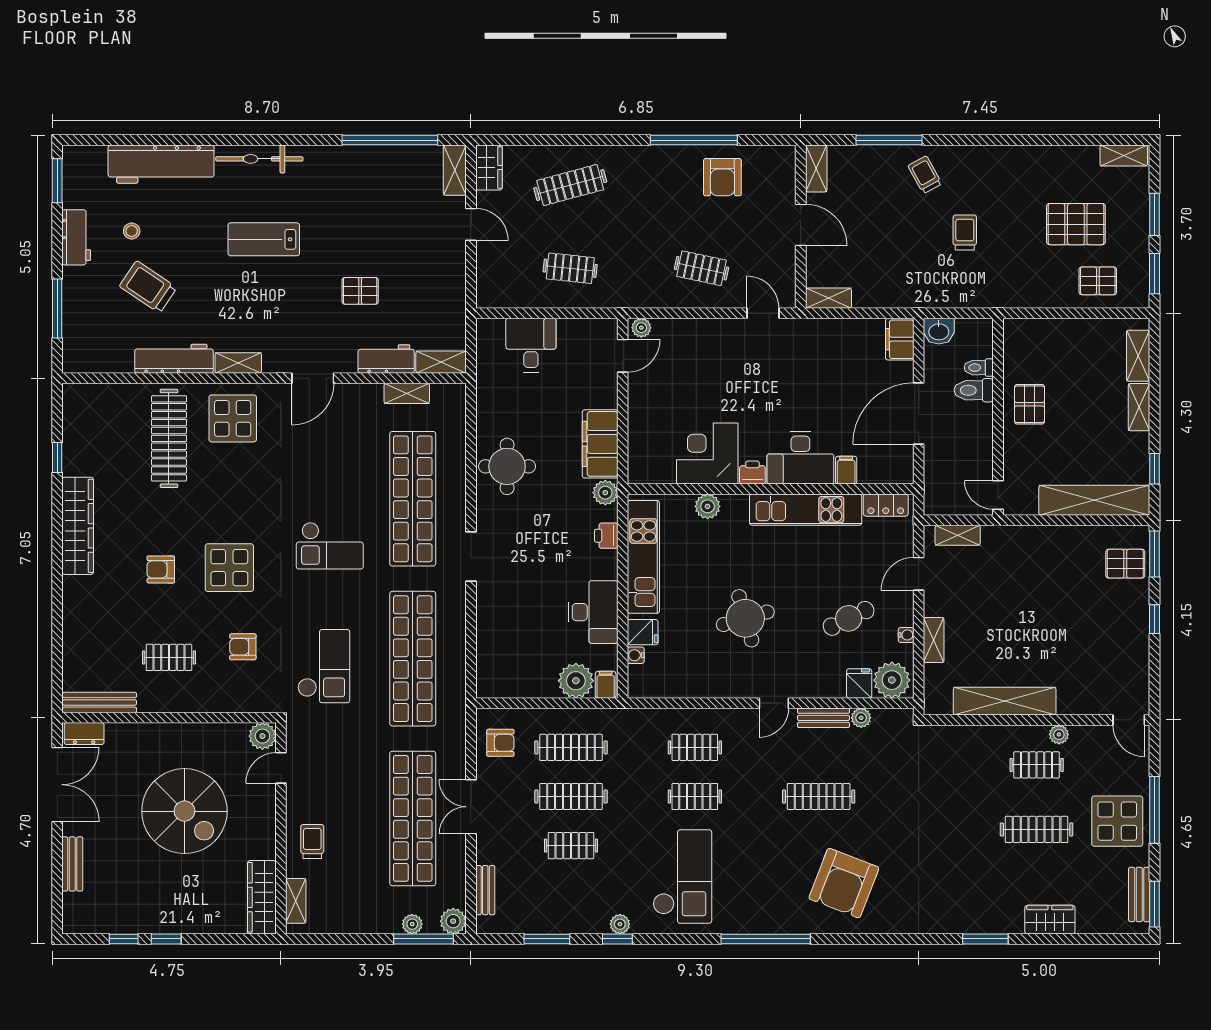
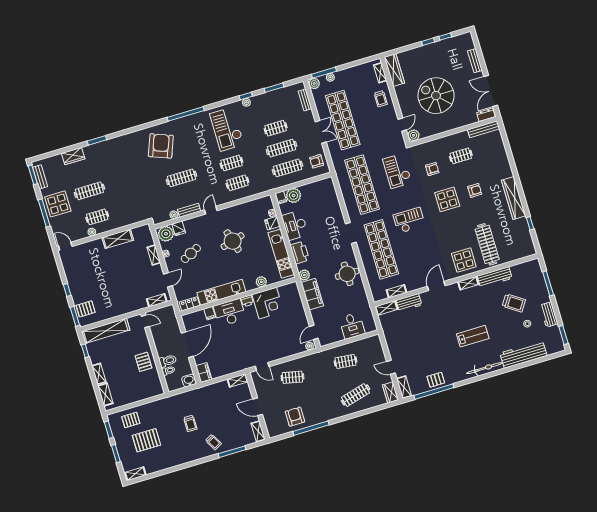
pallet: (360, 291) -> (436, 380), moved
printer: (606, 536) -> (300, 253), width x1.87, depth x1.48
shelving: (1005, 701) -> (118, 239), width x0.68

